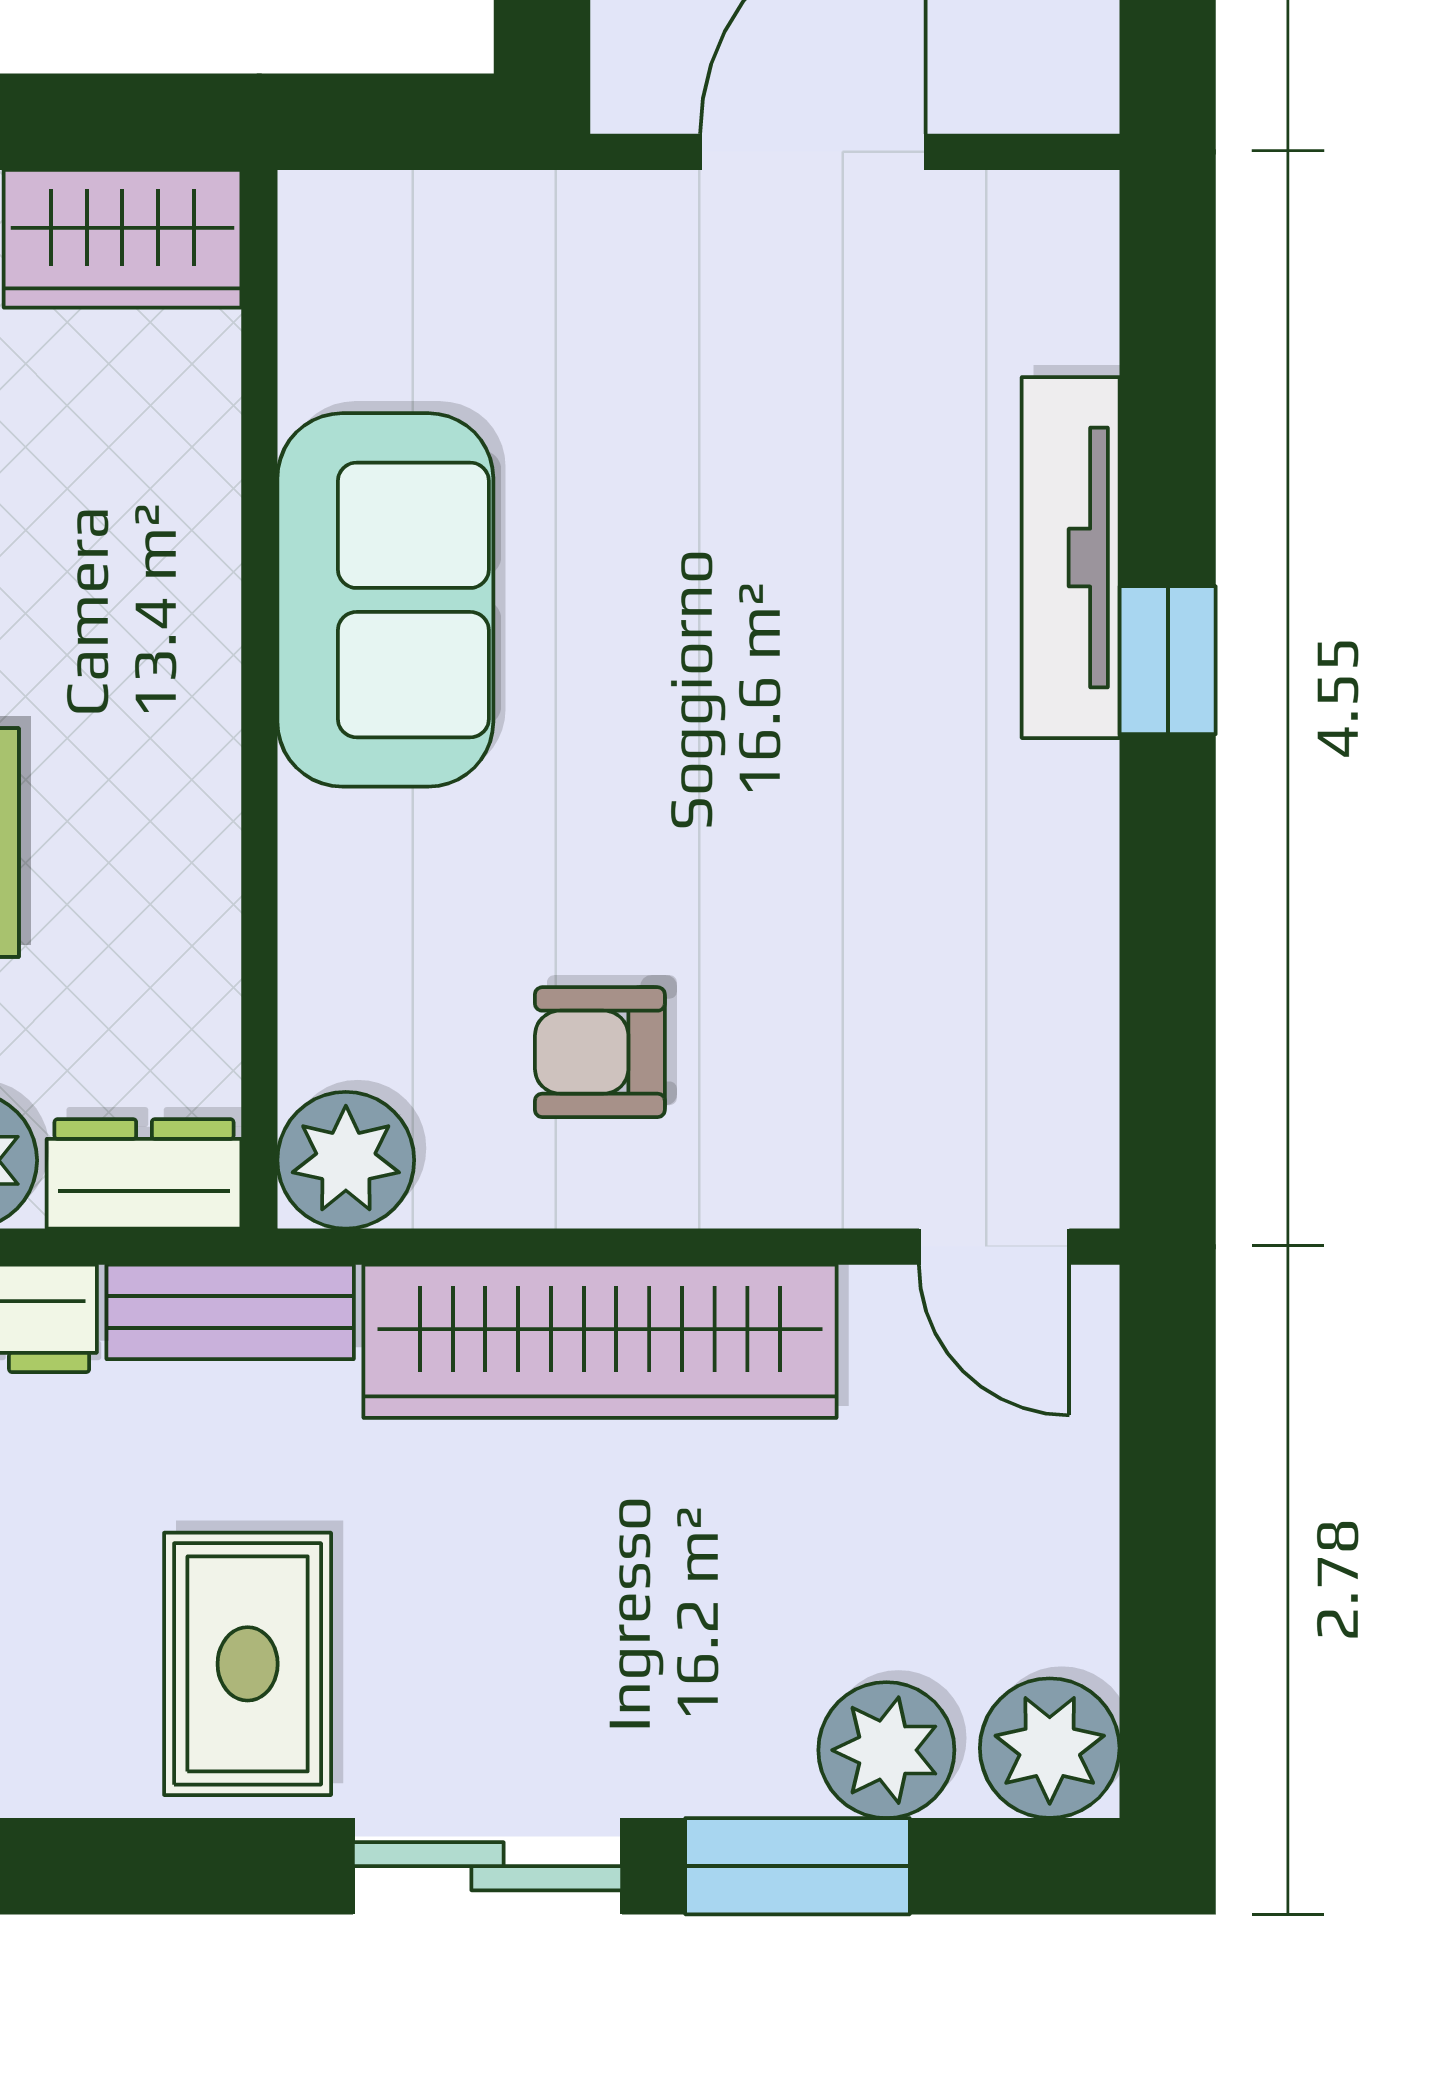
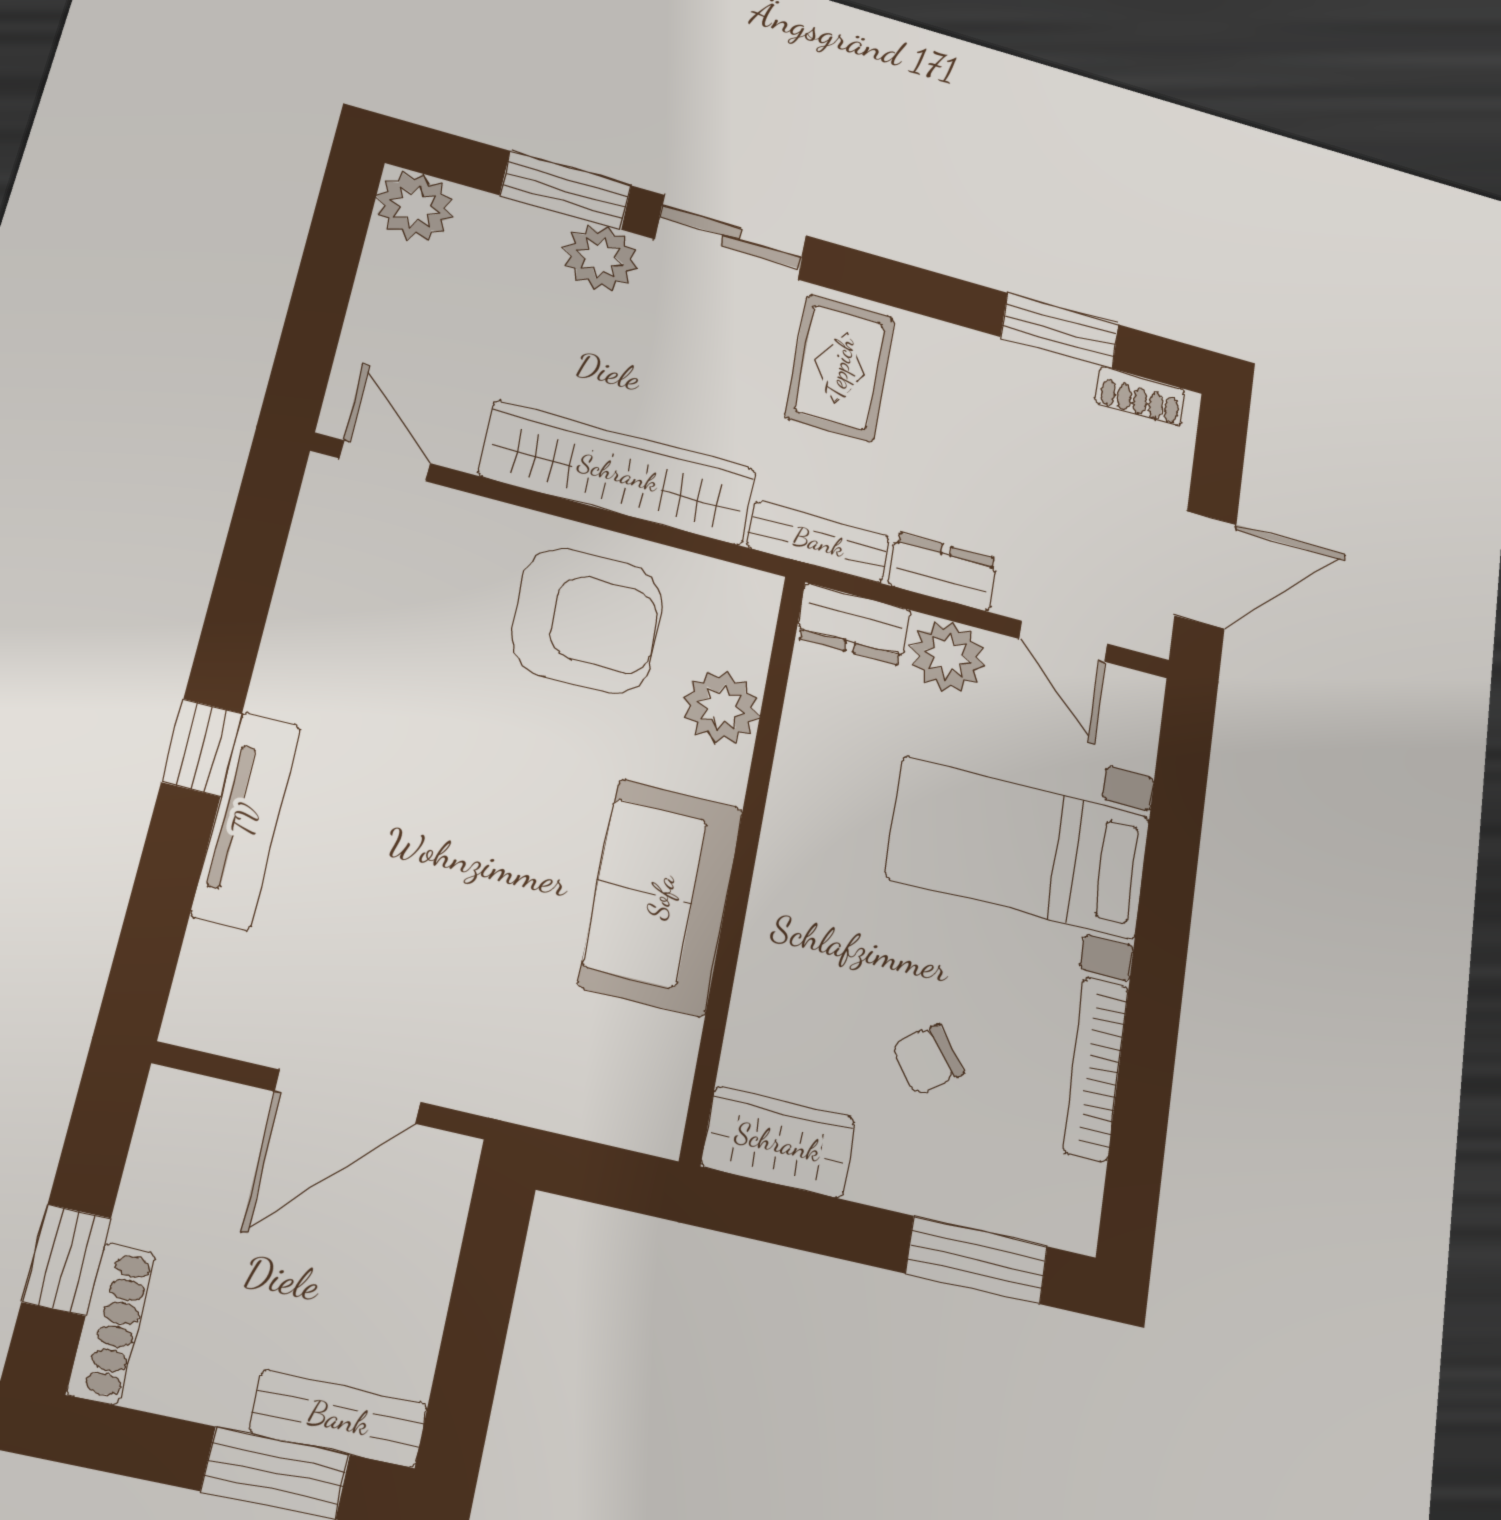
armchair: (600, 1052) -> (587, 620), width x1.88, depth x1.88
plant: (346, 1160) -> (721, 707), moved
plant: (886, 1750) -> (600, 258), moved

